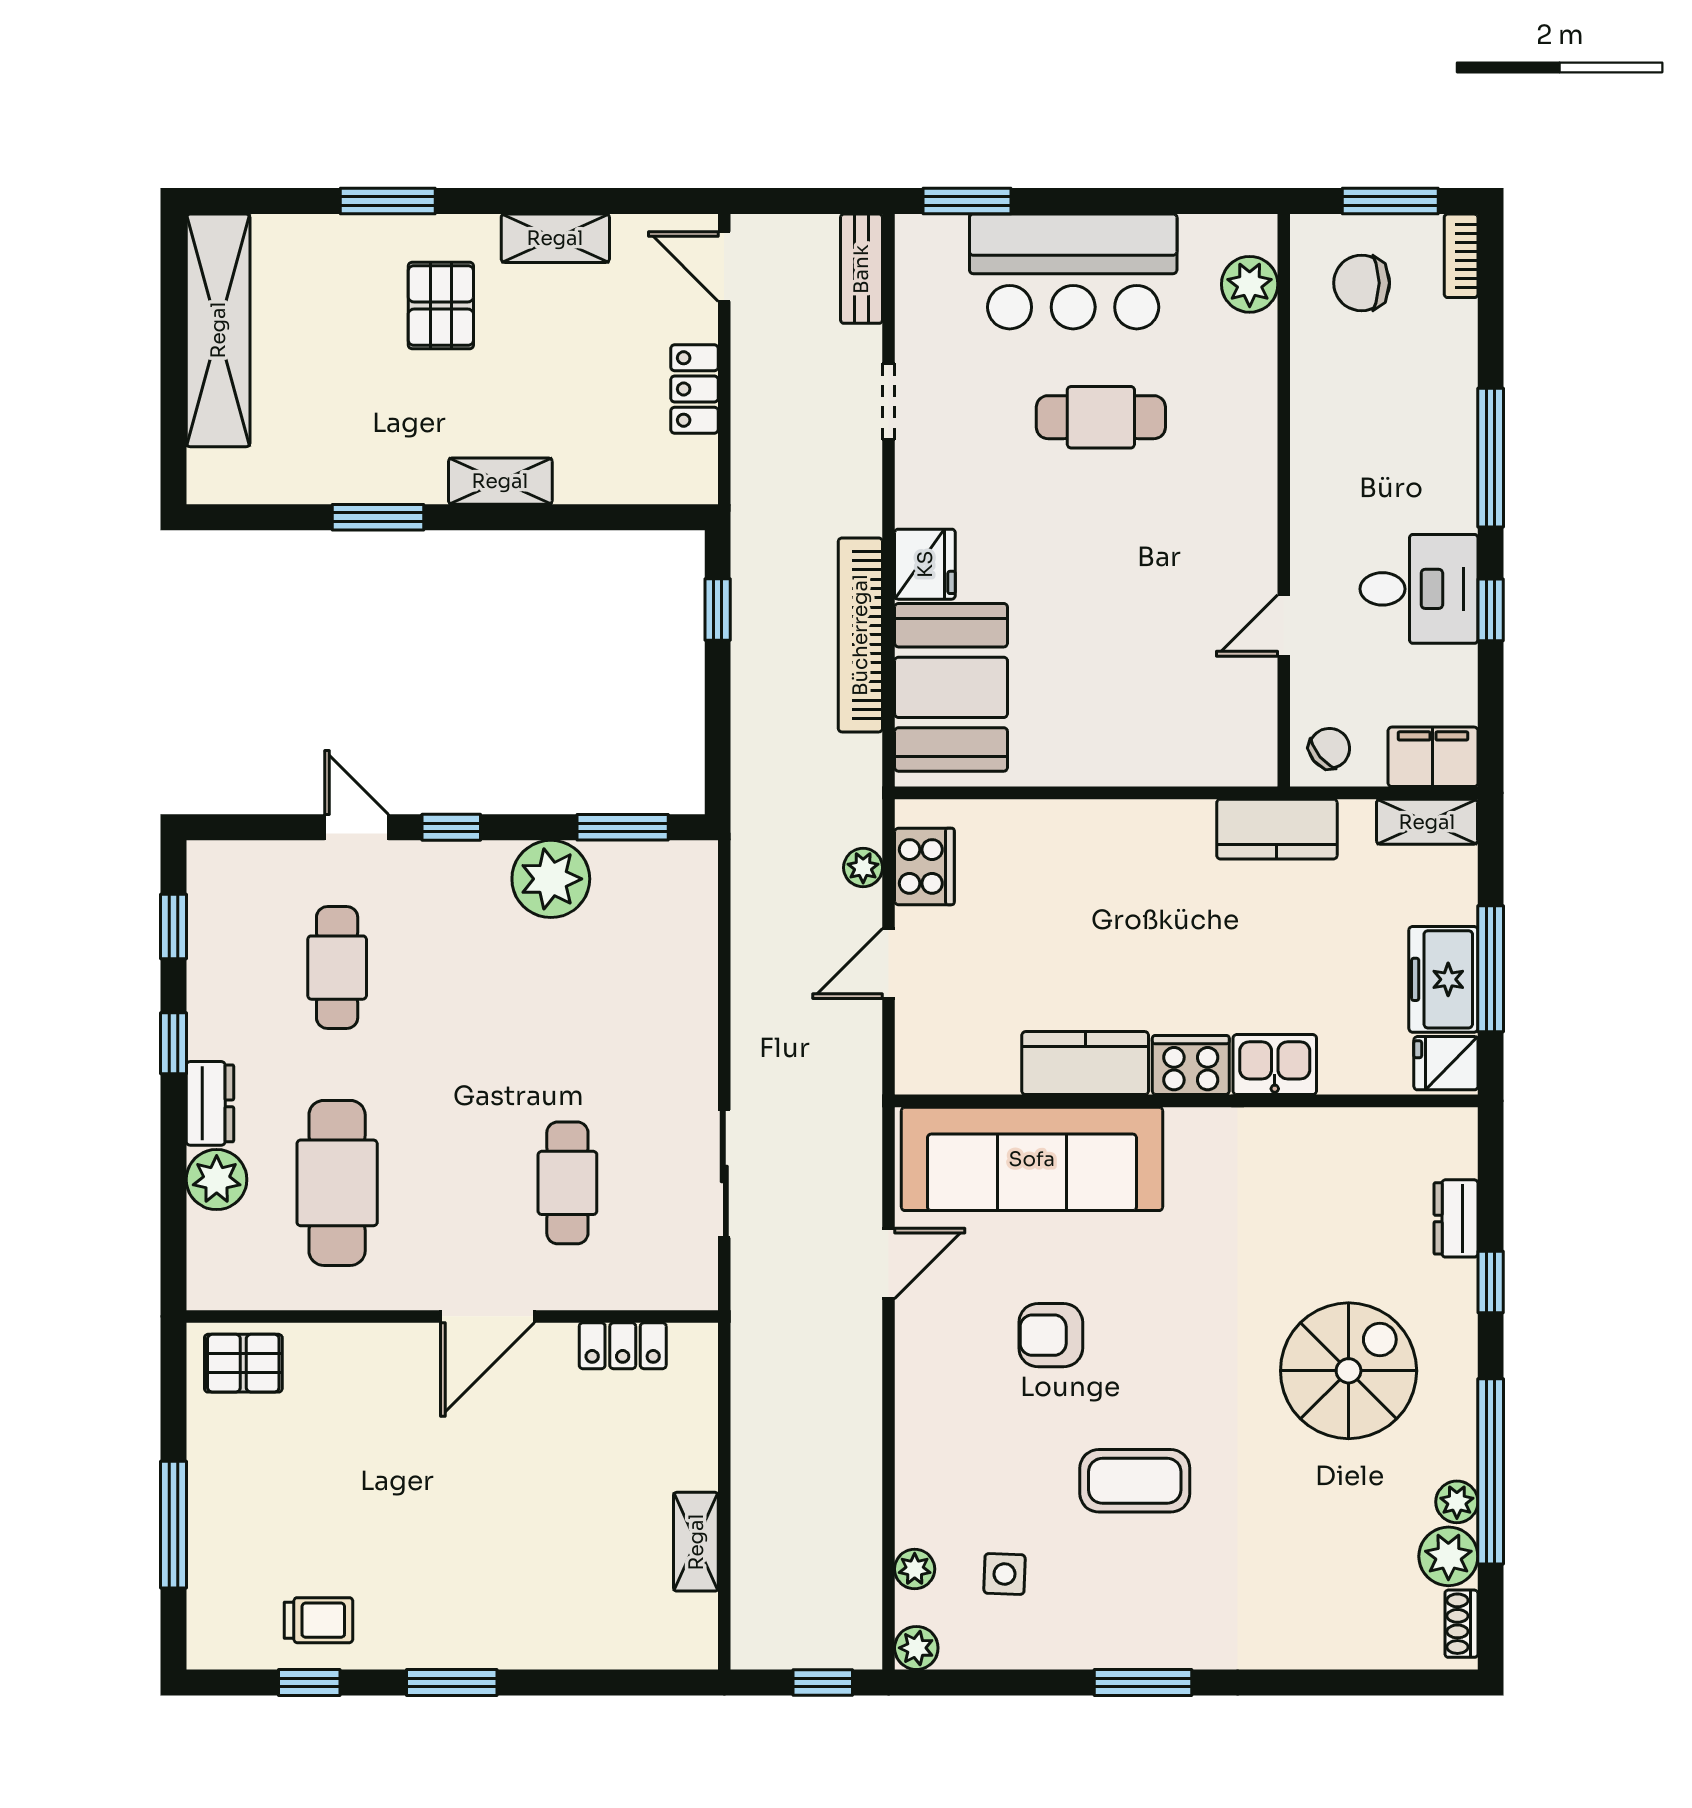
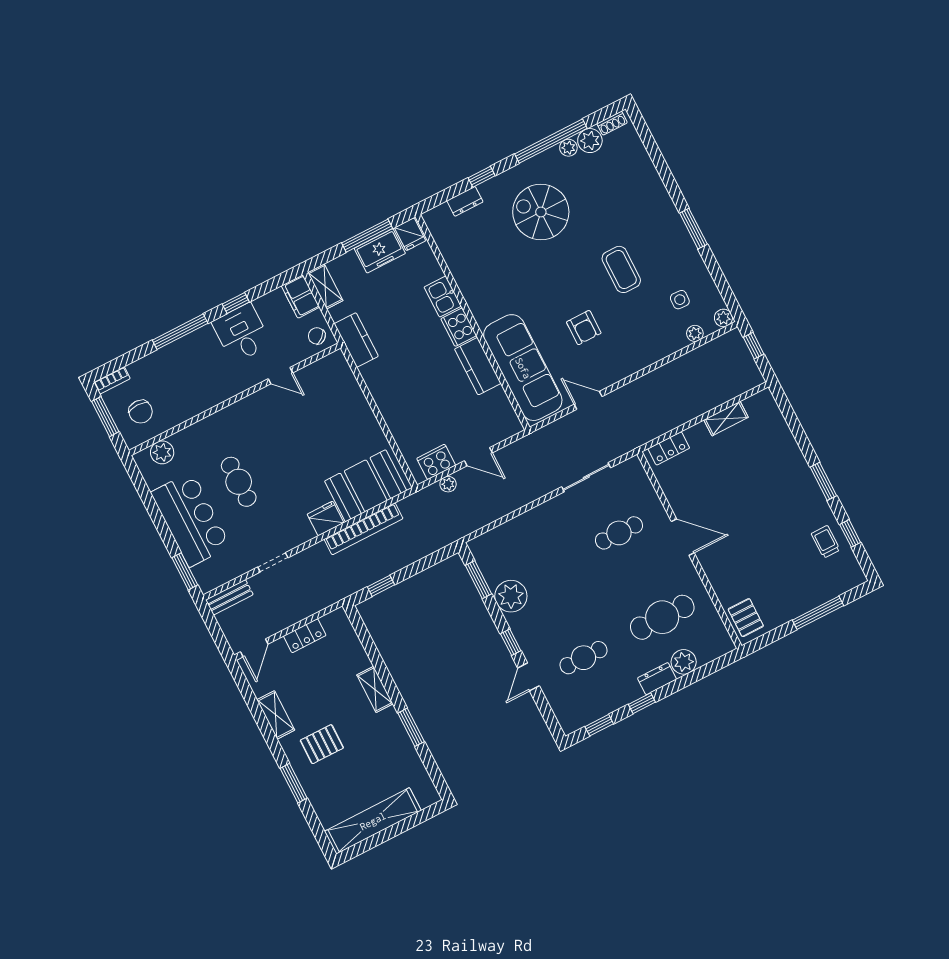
locker: (623, 1346) -> (669, 448), moved, turned 90

